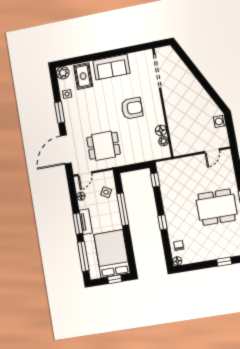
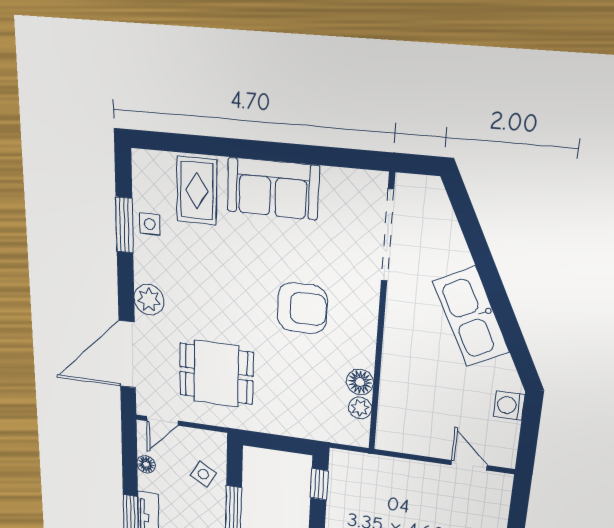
plant: (63, 73) -> (149, 300), moved
kitchen sink: (196, 92) -> (471, 317), added
window: (60, 112) -> (124, 225), moved
door: (212, 151) -> (469, 465), swing flipped

